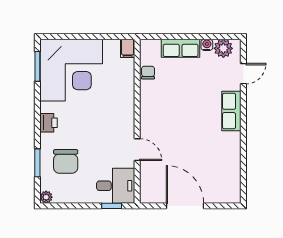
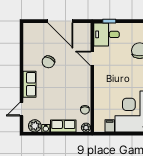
plant: (146, 46) -> (86, 128), added
filing cabinet: (128, 48) -> (110, 126), moved
chair: (203, 145) -> (48, 62), added

